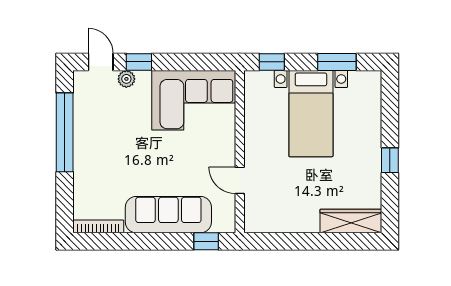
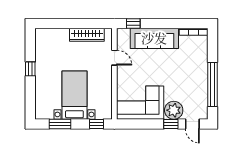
plant: (126, 79) -> (174, 110), width x1.88, depth x1.88
wardrobe: (351, 221) -> (87, 35), moved

